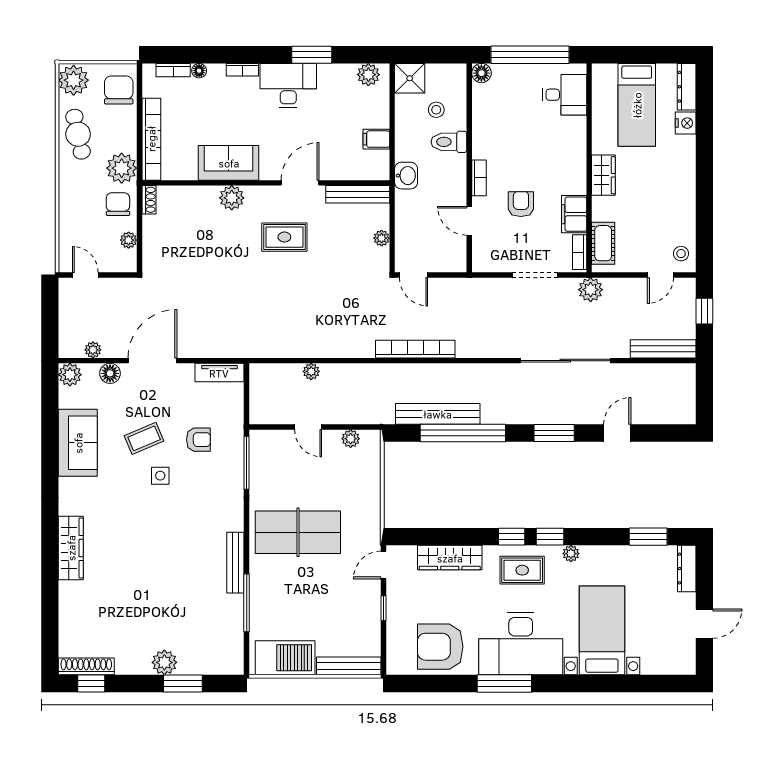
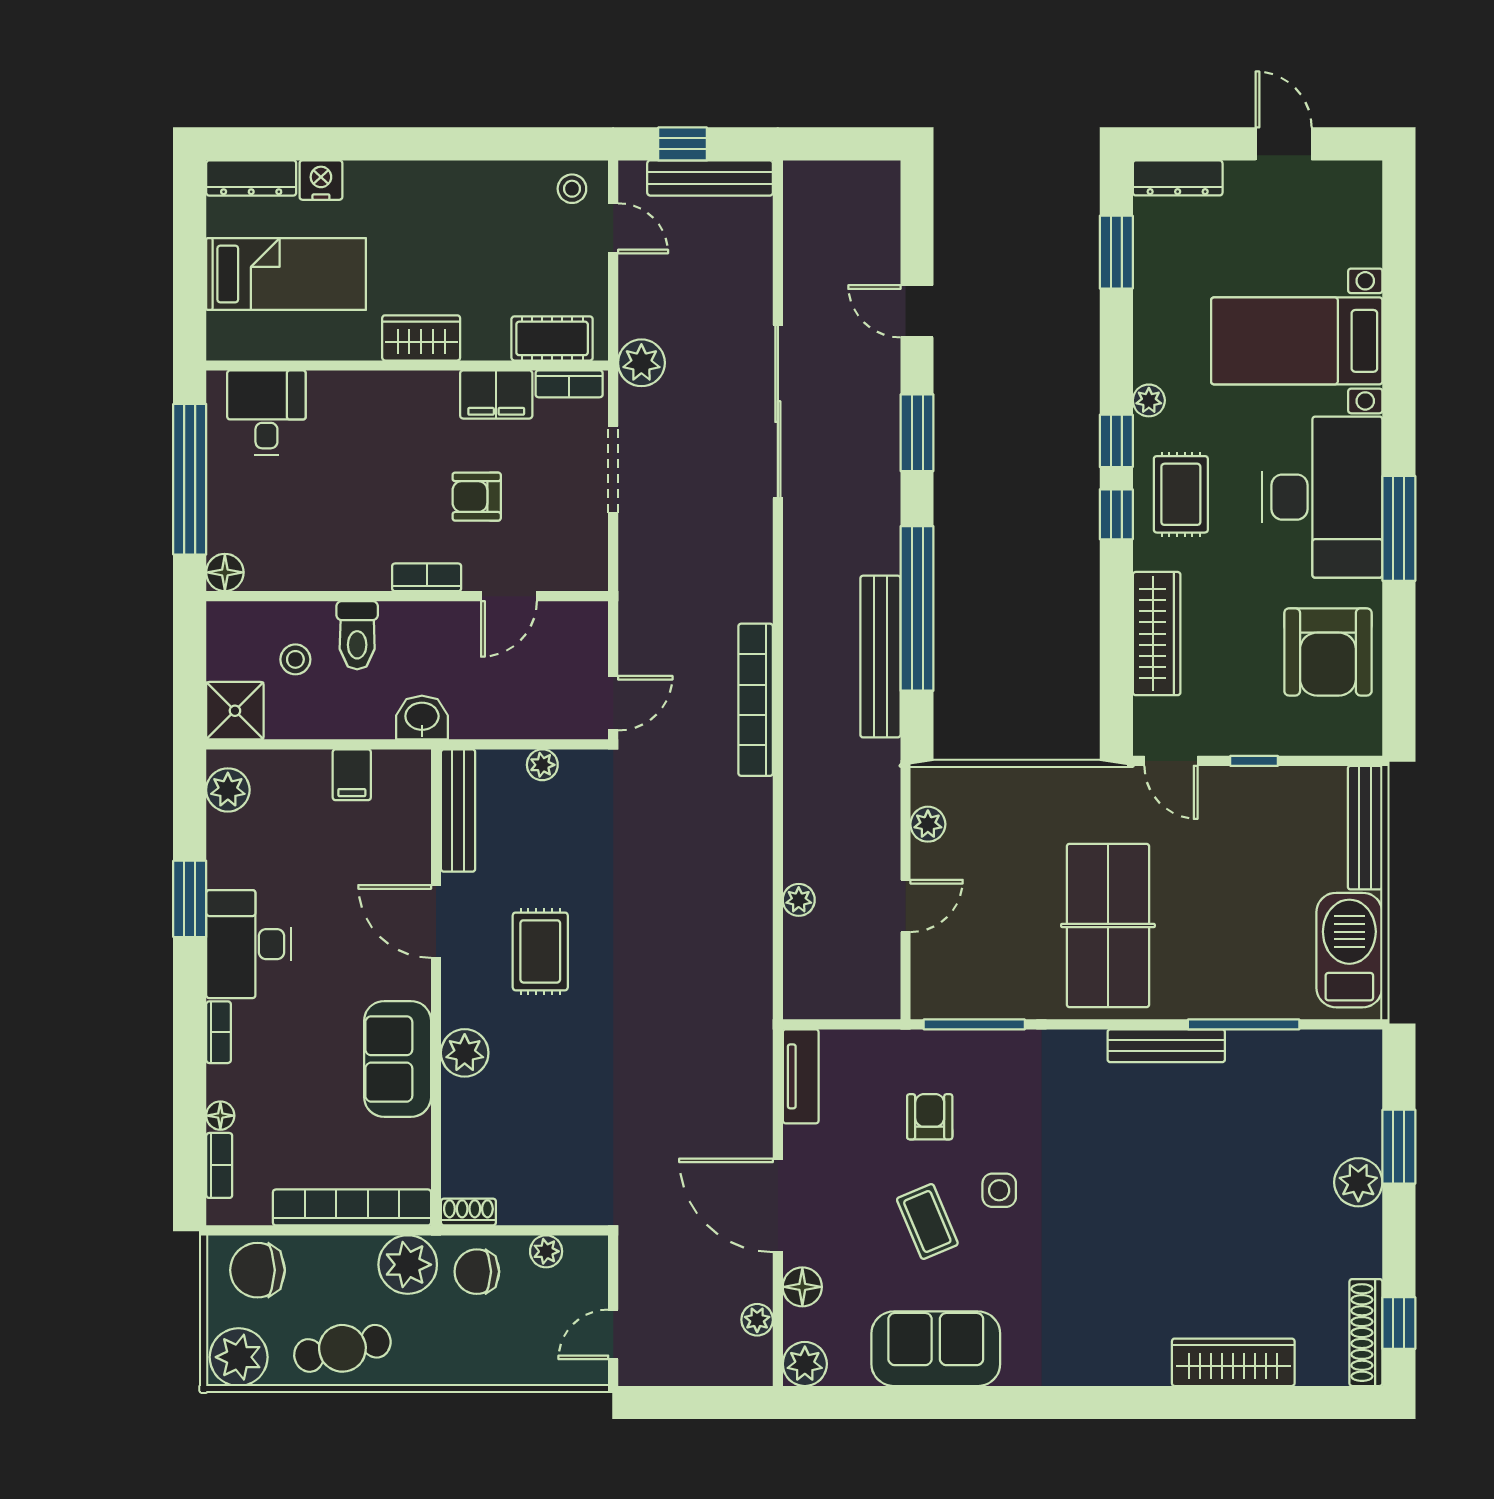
bench: (663, 349) -> (710, 178), moved, turned 90
wardrobe: (71, 548) -> (1233, 1362), moved

